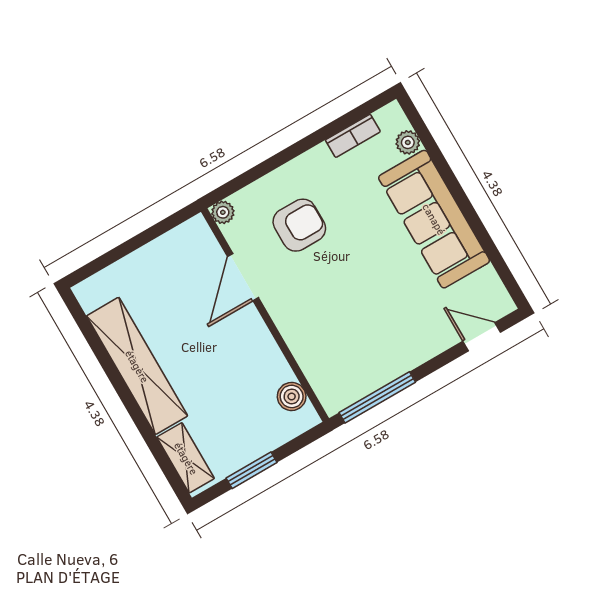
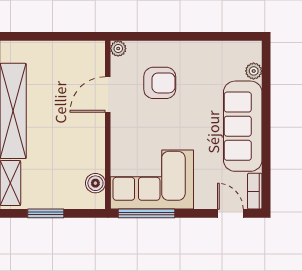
bookcase: (353, 136) -> (255, 191), moved, turned 90
corner sofa: (359, 351) -> (152, 180), added

